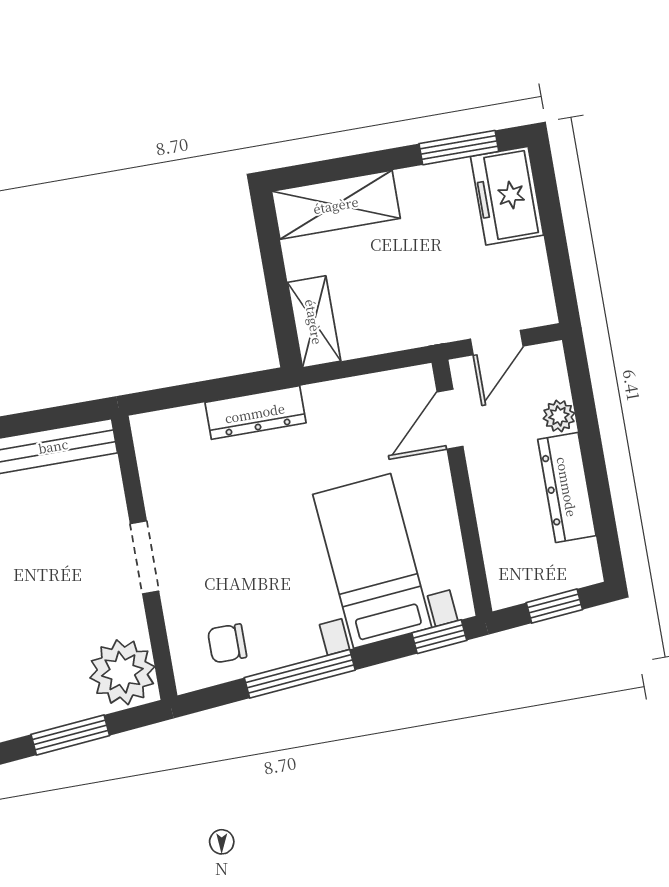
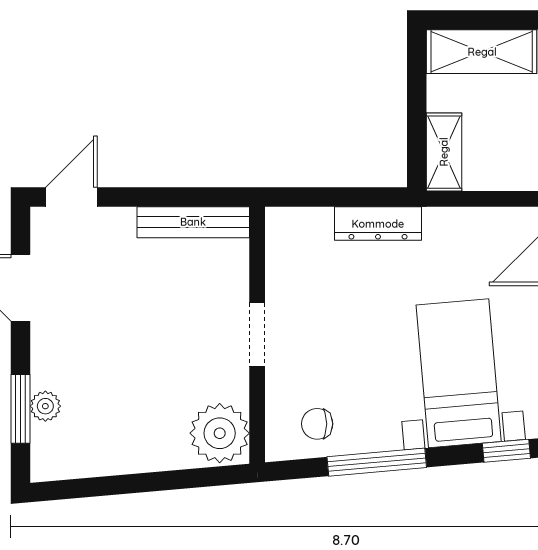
window: (70, 735) -> (164, 481), removed

